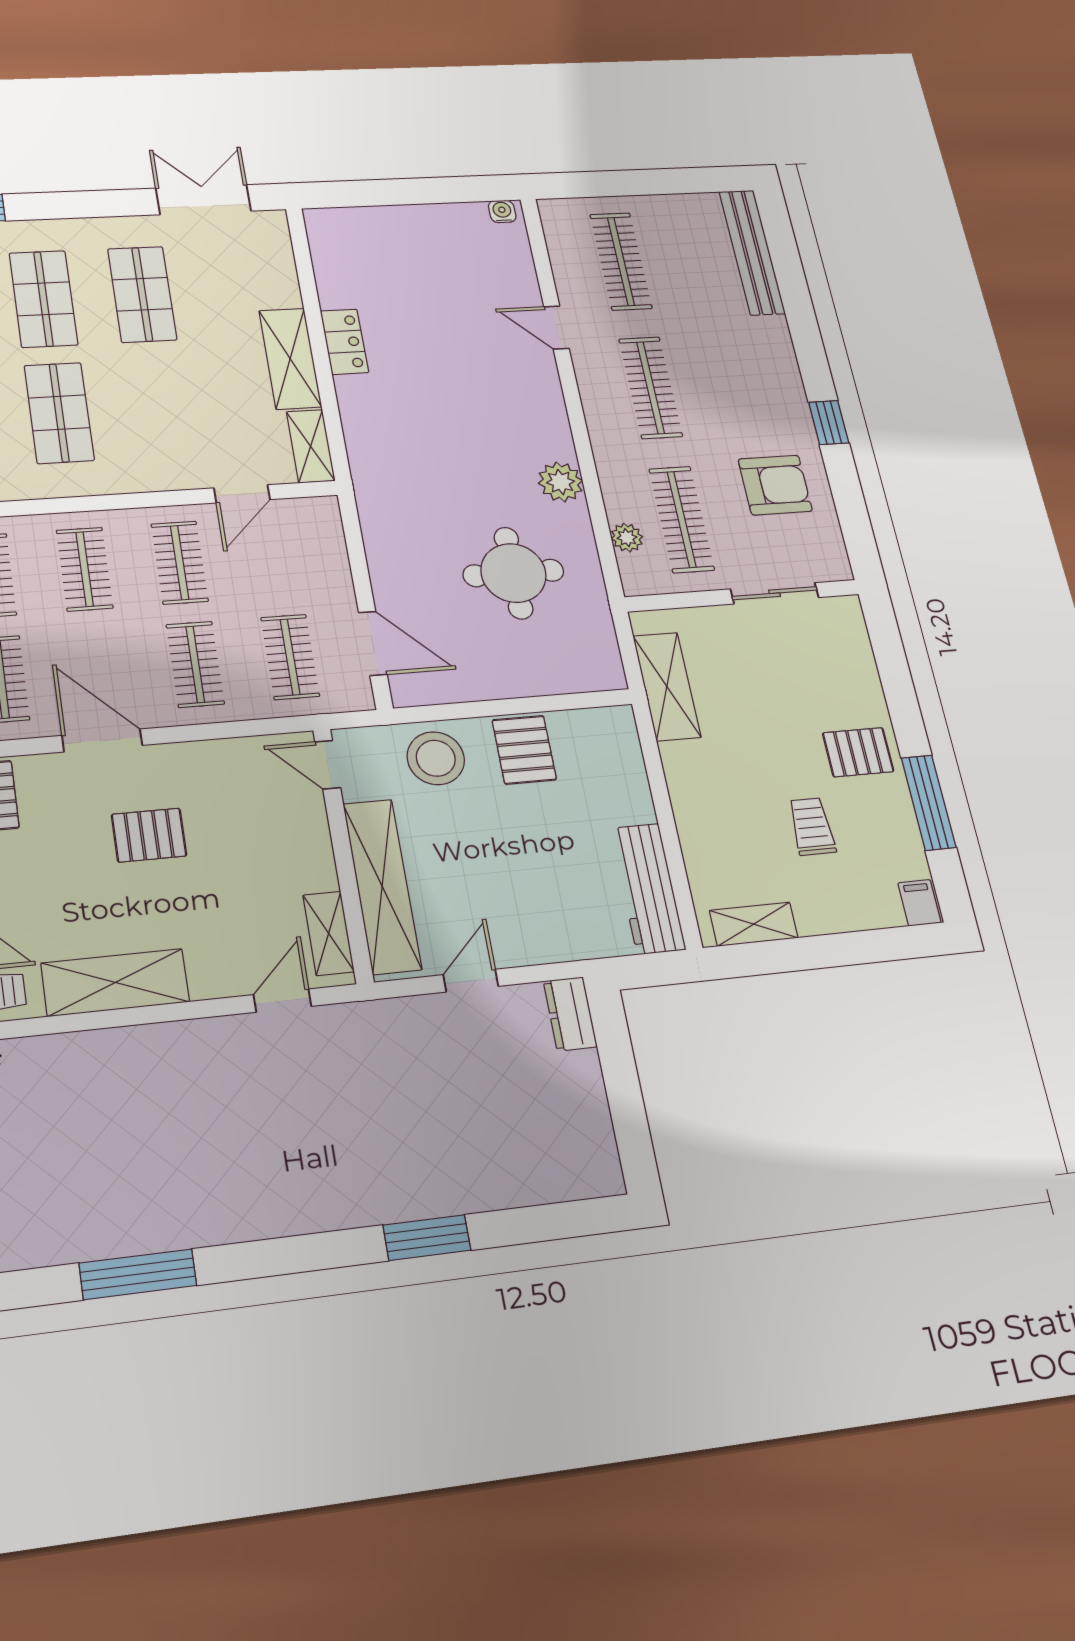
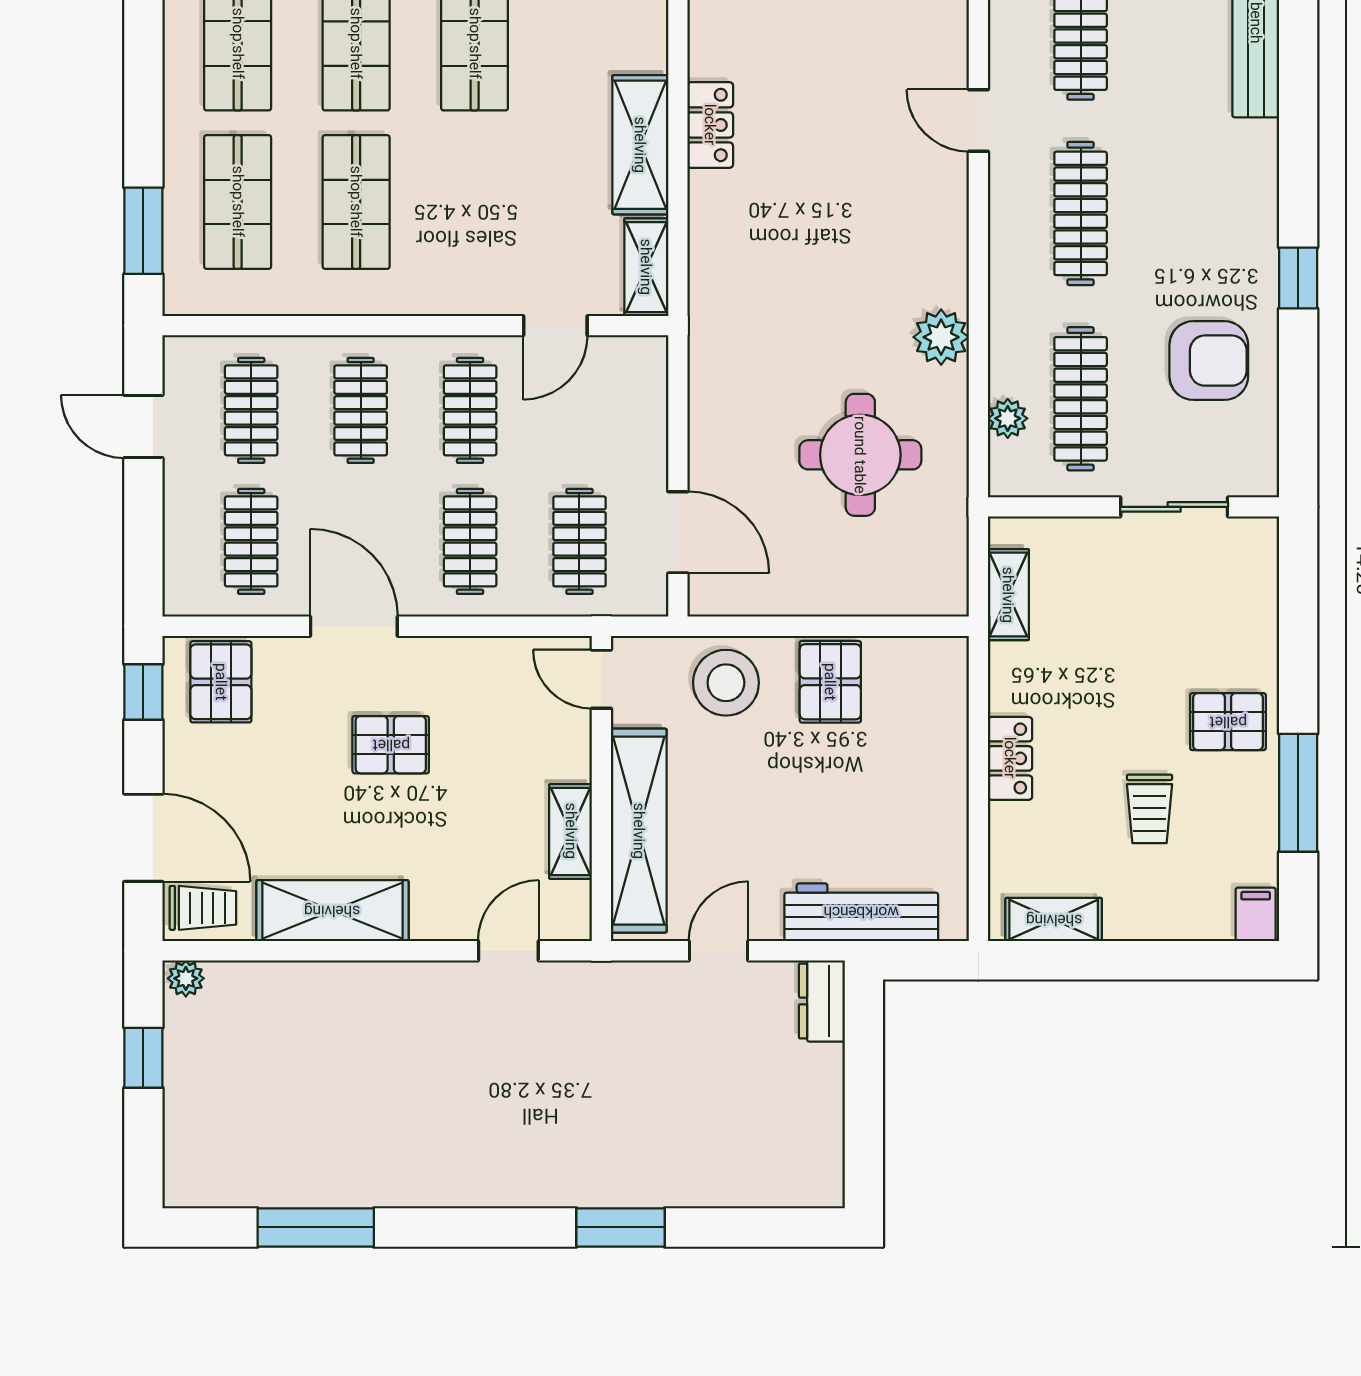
shelving: (667, 687) -> (1008, 595), width x0.67, depth x0.75
locker: (688, 797) -> (1010, 758), added
trolley: (812, 827) -> (1150, 809), turned 180
workbench: (648, 888) -> (861, 912), moved, turned 90
shelving: (329, 933) -> (571, 831), moved

